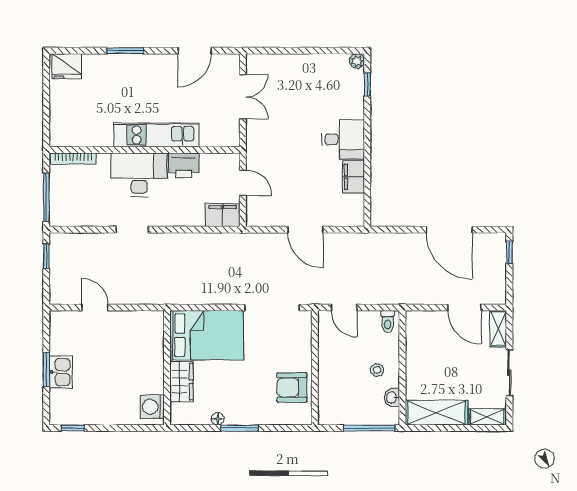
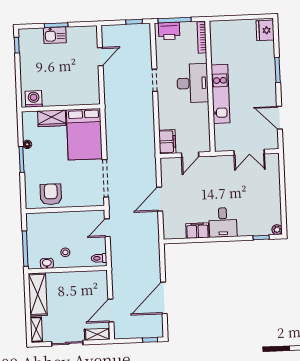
printer: (184, 165) -> (169, 31), moved, turned -90

